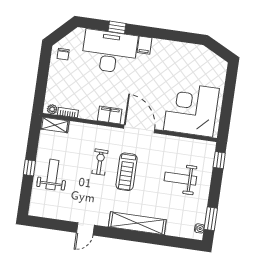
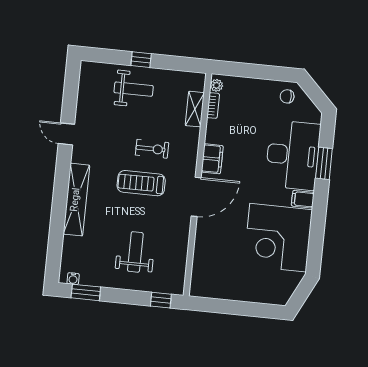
window: (117, 27) -> (324, 163), width x1.50
corner desk: (191, 109) -> (278, 238), moved, turned 180
shelving: (55, 125) -> (195, 109), moved

